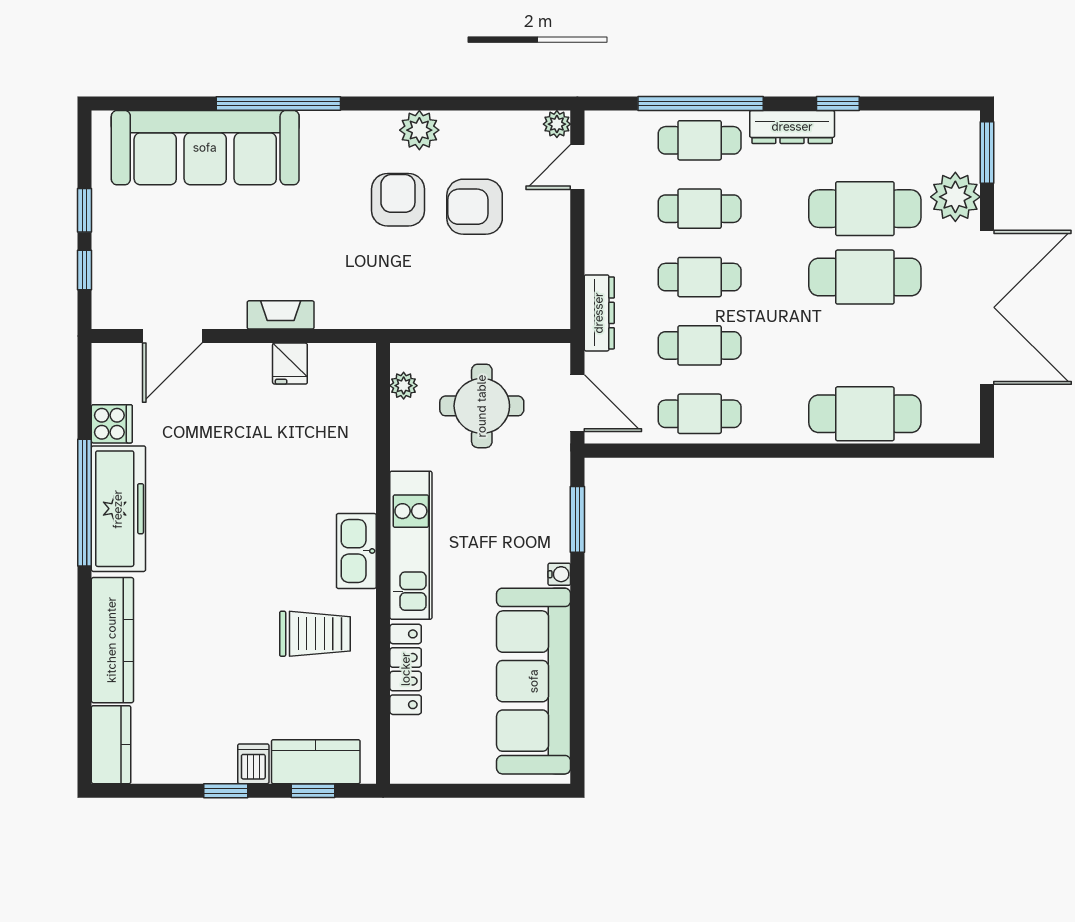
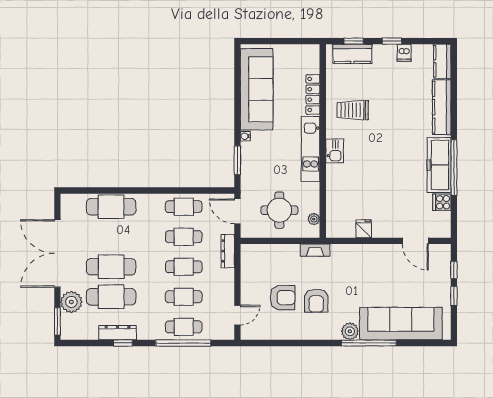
plant: (557, 124) -> (246, 334), removed
dresser: (792, 127) -> (118, 333), moved
plant: (419, 130) -> (350, 331), moved
fireplace: (281, 315) -> (315, 250), moved
door: (172, 336) -> (415, 241), swing flipped
kitchen sink: (356, 551) -> (335, 151), width x0.73
dishwasher: (253, 764) -> (404, 53), moved

